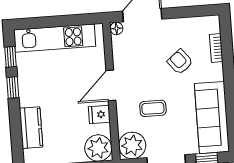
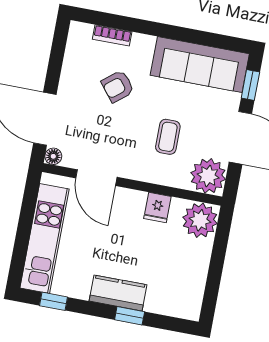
door: (111, 85) -> (96, 178), moved
window: (13, 88) -> (130, 316), moved
kitchen counter: (31, 128) -> (118, 293), moved

